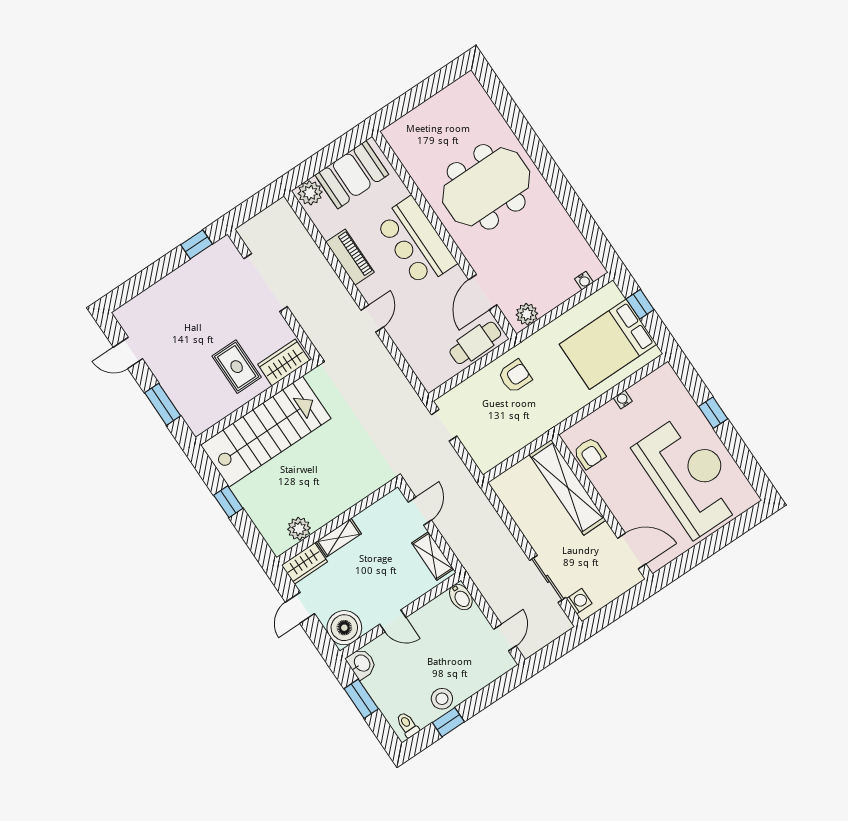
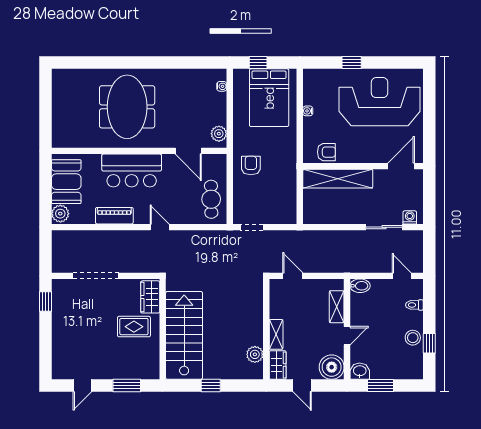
cafe table: (475, 343) -> (211, 199), moved
shelving: (433, 556) -> (337, 307), moved, turned 90
toilet: (407, 725) -> (414, 305), moved

